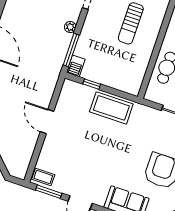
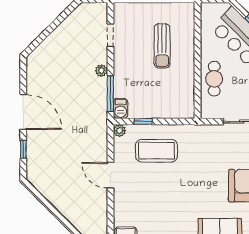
plant: (68, 85) -> (119, 131), added
coffee table: (111, 108) -> (157, 151), moved

